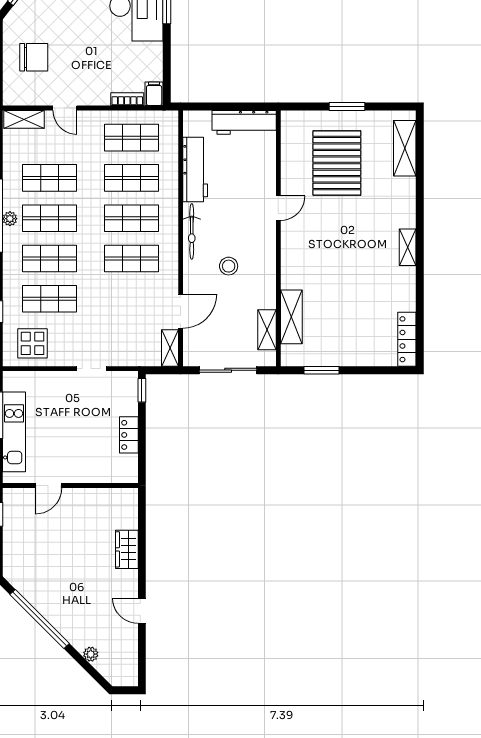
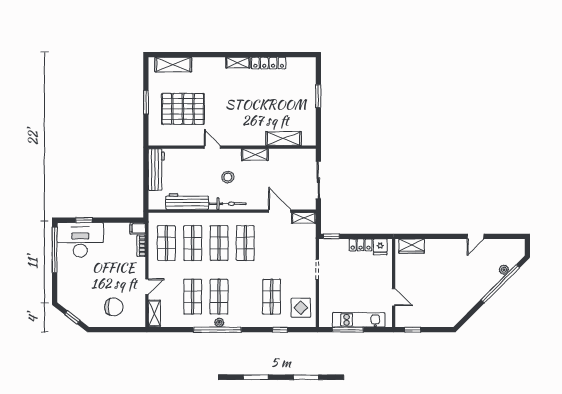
chair: (34, 57) -> (114, 307), turned 90
shop shelf: (49, 258) -> (245, 297), removed
stool: (229, 266) -> (228, 177), moved
shelving: (267, 330) -> (255, 155), moved
locker: (407, 339) -> (269, 63), moved
window: (322, 370) -> (318, 96), moved
fridge: (126, 465) -> (380, 247), added
wardrobe: (127, 549) -> (412, 246), moved
window: (40, 619) -> (500, 284), moved

